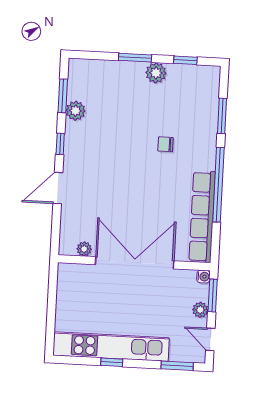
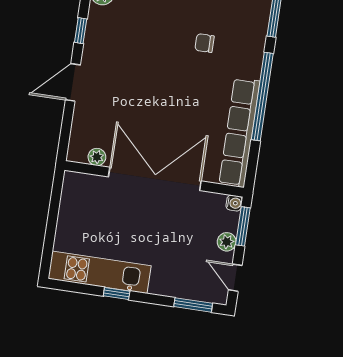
kitchen unit: (111, 347) -> (100, 272), width x0.73

